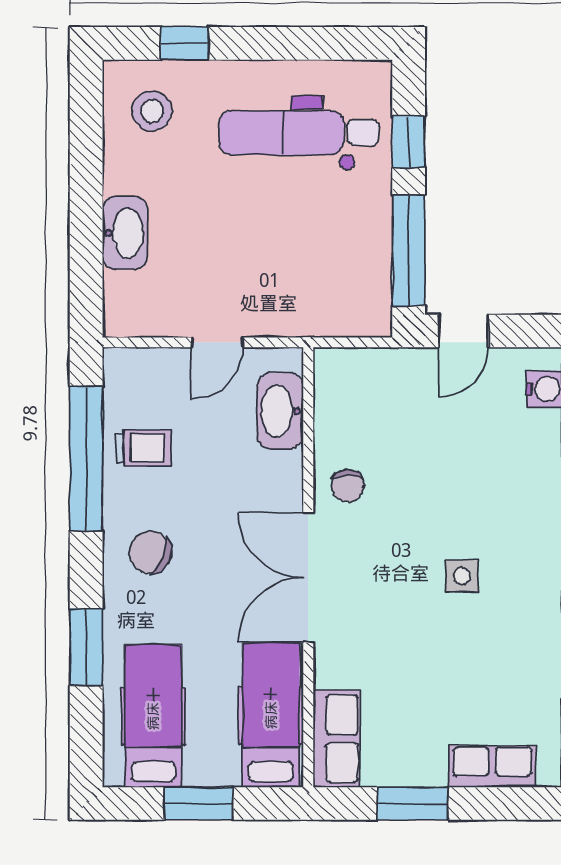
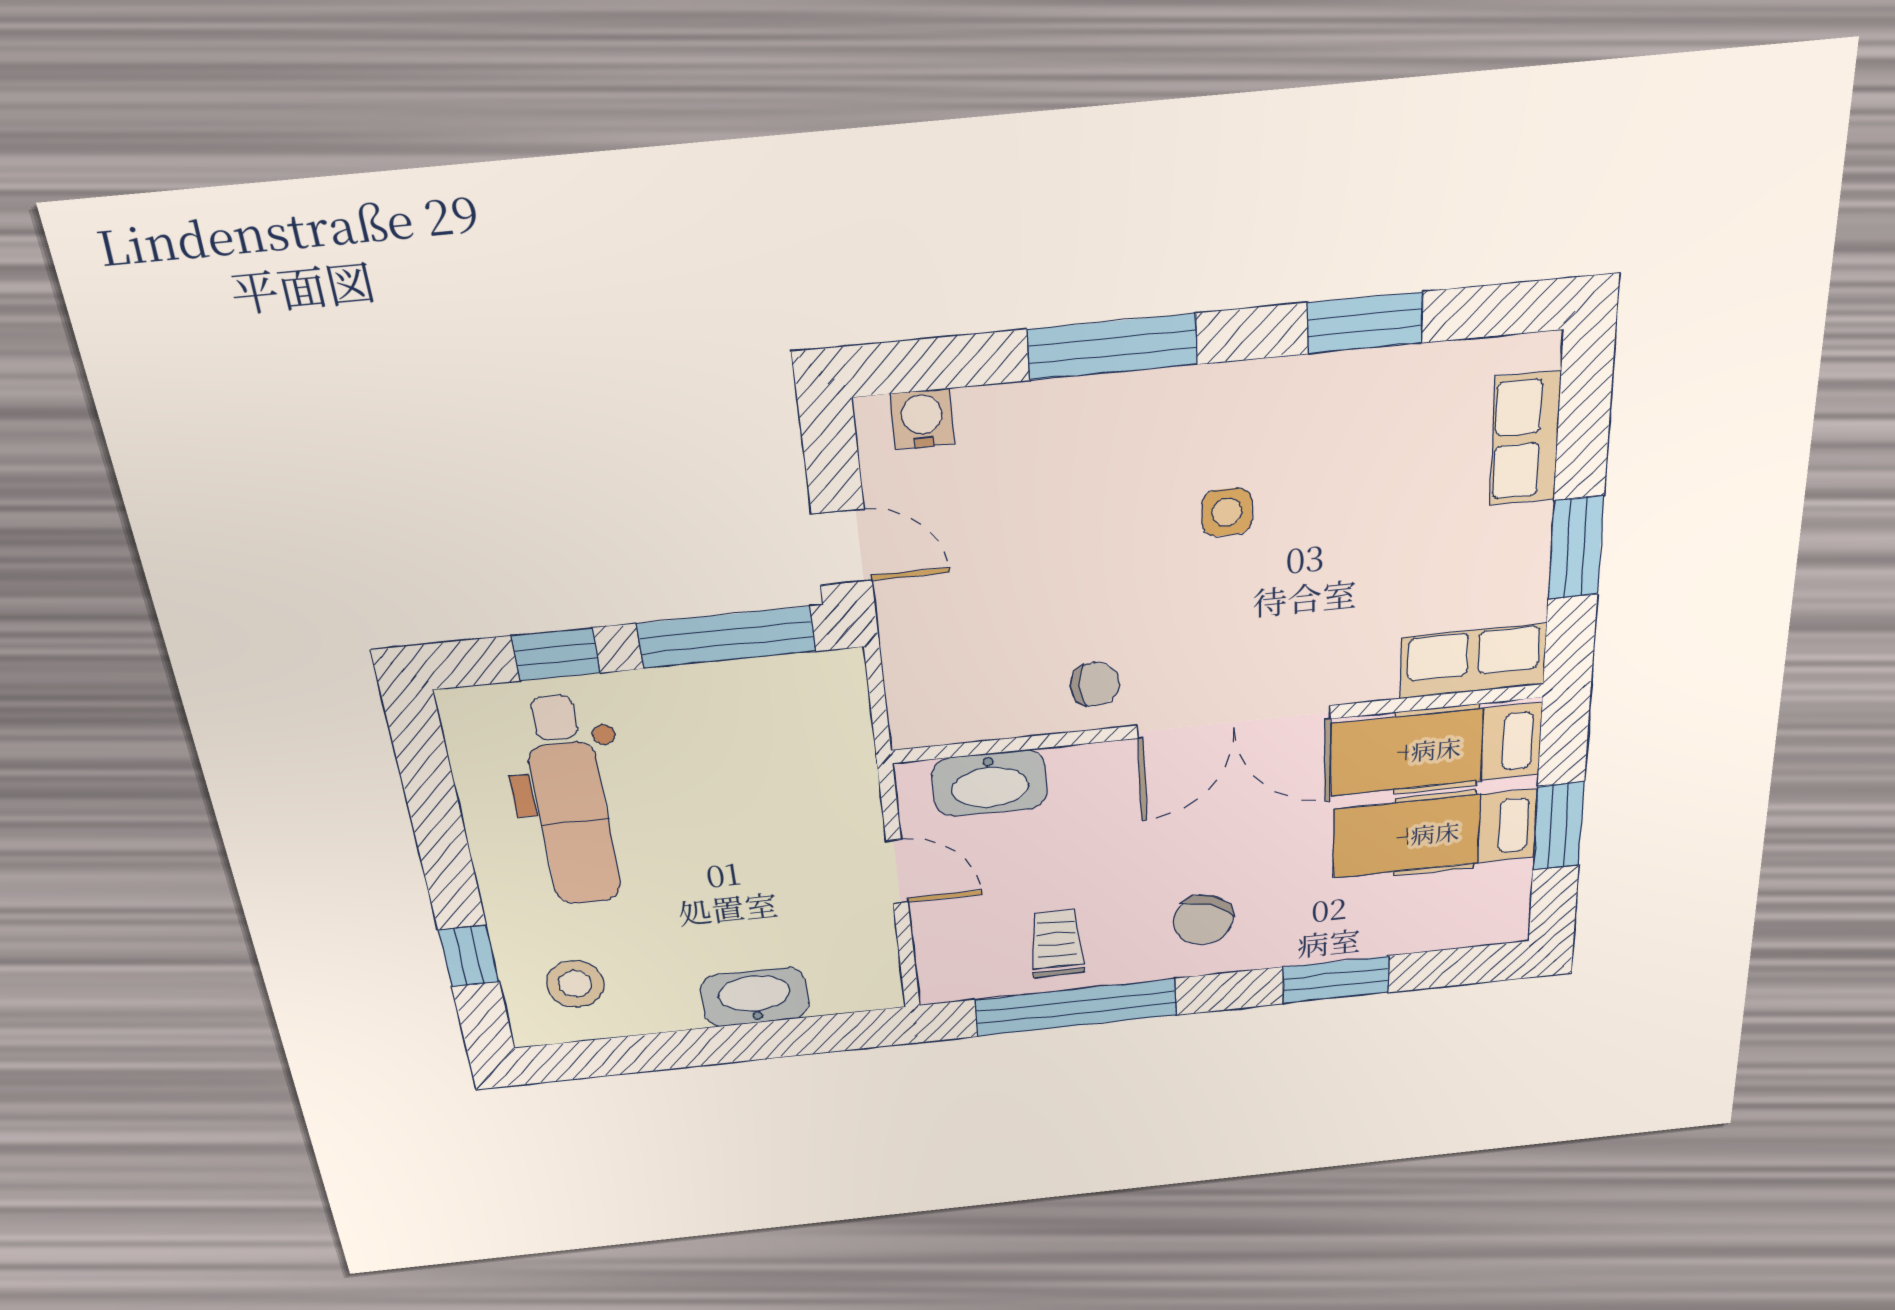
hospital bed: (153, 716) -> (1435, 833), moved

